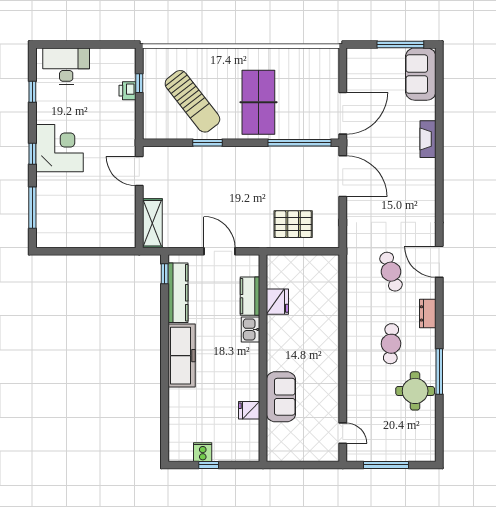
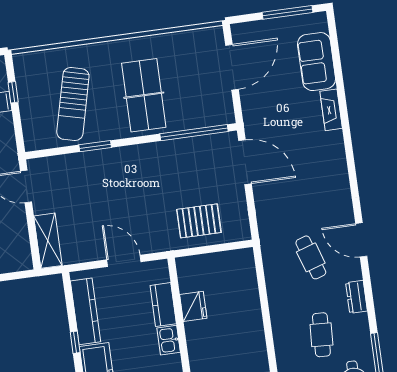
sofa: (421, 74) -> (317, 62), moved
sun lounger: (192, 101) -> (73, 104), turned 52
door: (343, 113) -> (232, 67), moved
window: (165, 274) -> (75, 342), moved

